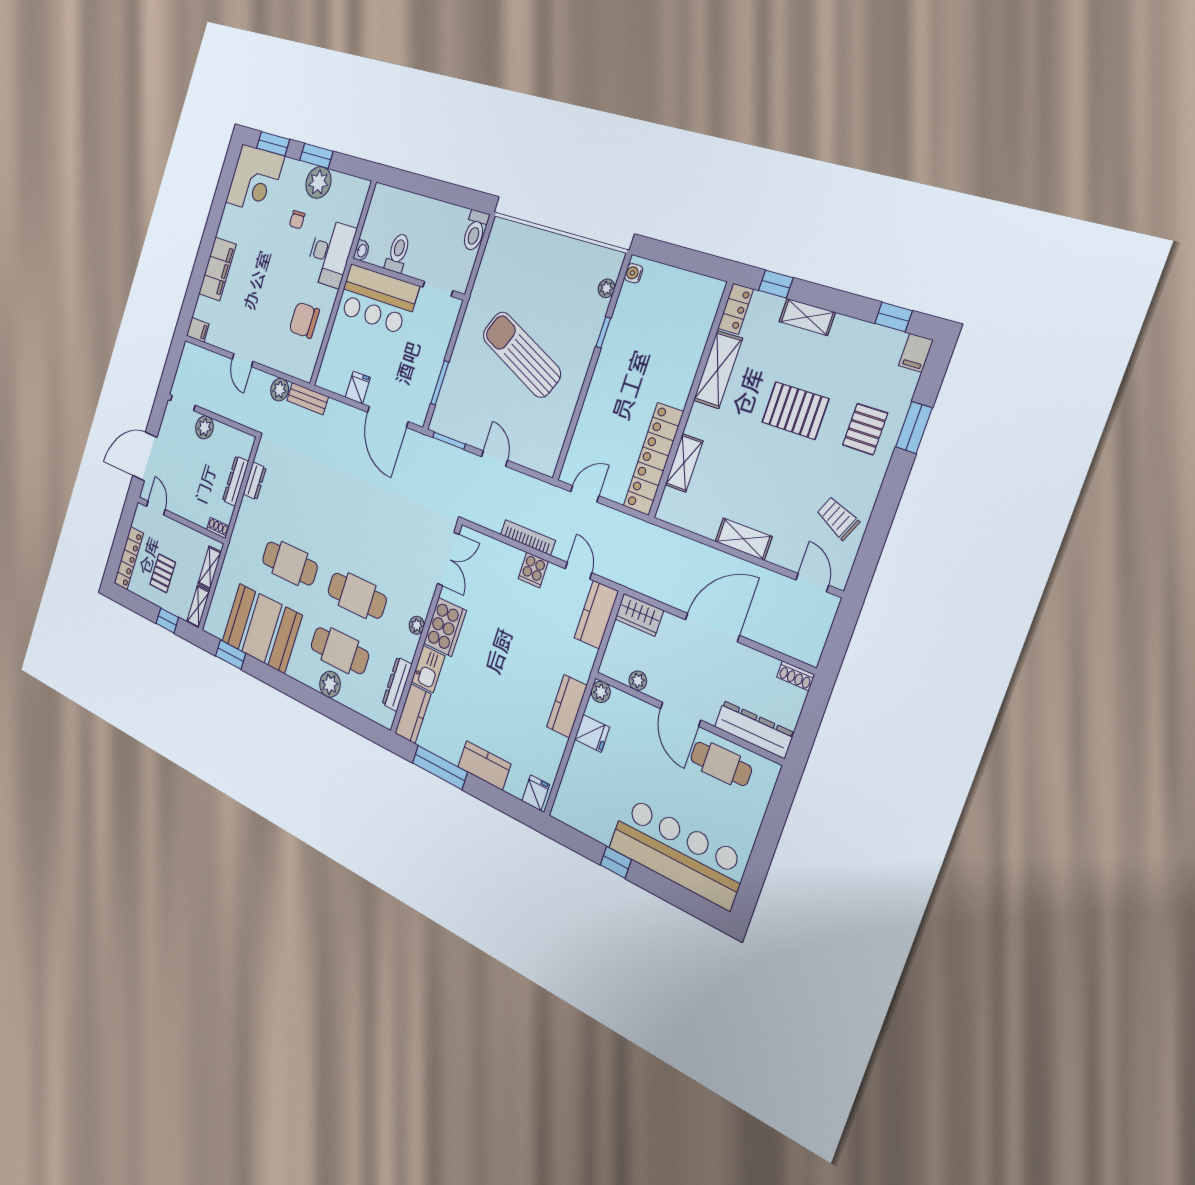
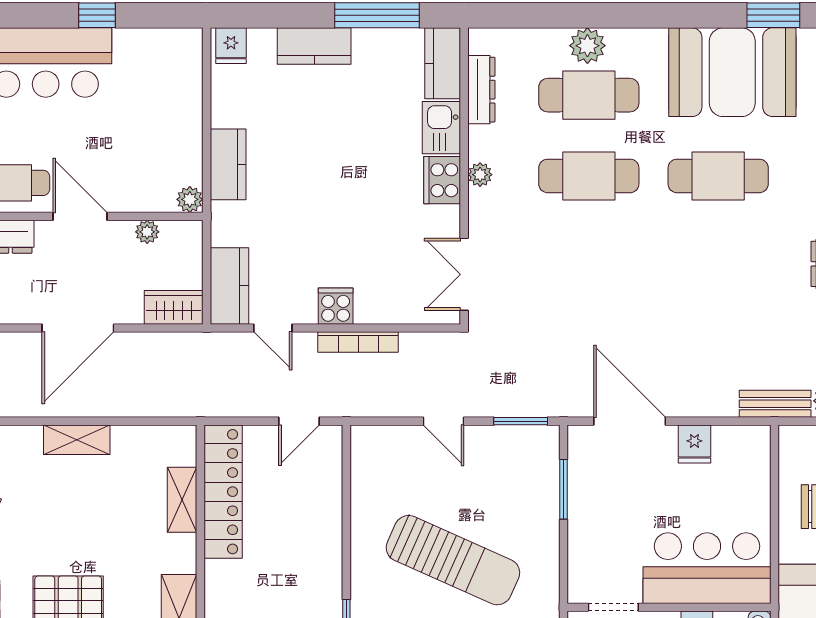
cooker: (445, 627) -> (442, 180), width x0.73, depth x0.76
fridge: (592, 733) -> (183, 147), removed

